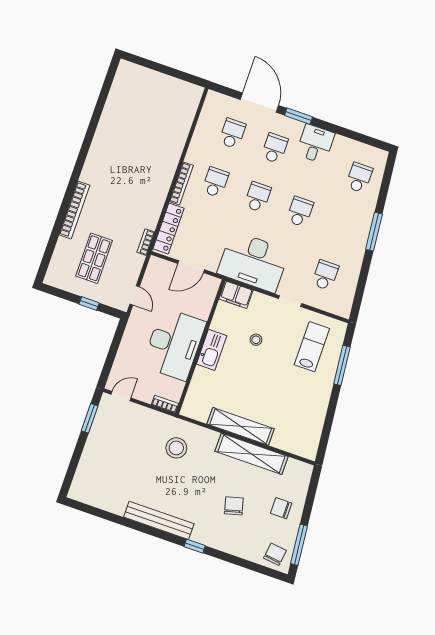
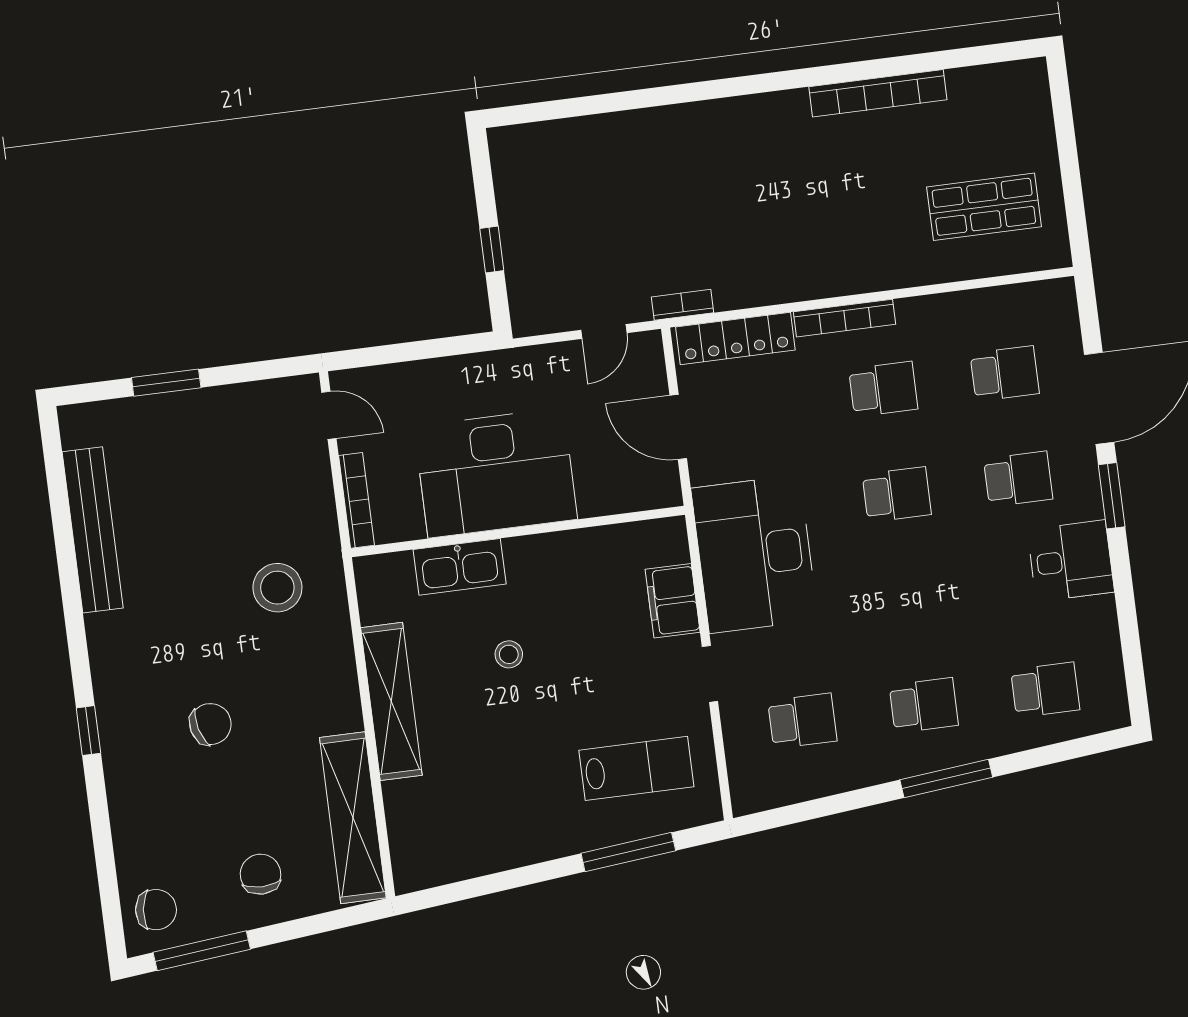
bookcase: (74, 210) -> (878, 93), moved
school desk: (300, 212) -> (924, 705), moved
shop shelf: (94, 258) -> (984, 207), moved
door: (135, 295) -> (604, 331), moved
filing cabinet: (236, 295) -> (673, 601), moved
stool: (256, 340) -> (509, 654), moved
kitchen sink: (212, 350) -> (460, 567), moved
bookcase: (165, 404) -> (356, 500), width x1.56
window: (90, 418) -> (166, 383), moved
shelving: (252, 454) -> (353, 818), moved
chair: (234, 506) -> (210, 724), moved
bench: (159, 520) -> (93, 530), moved

